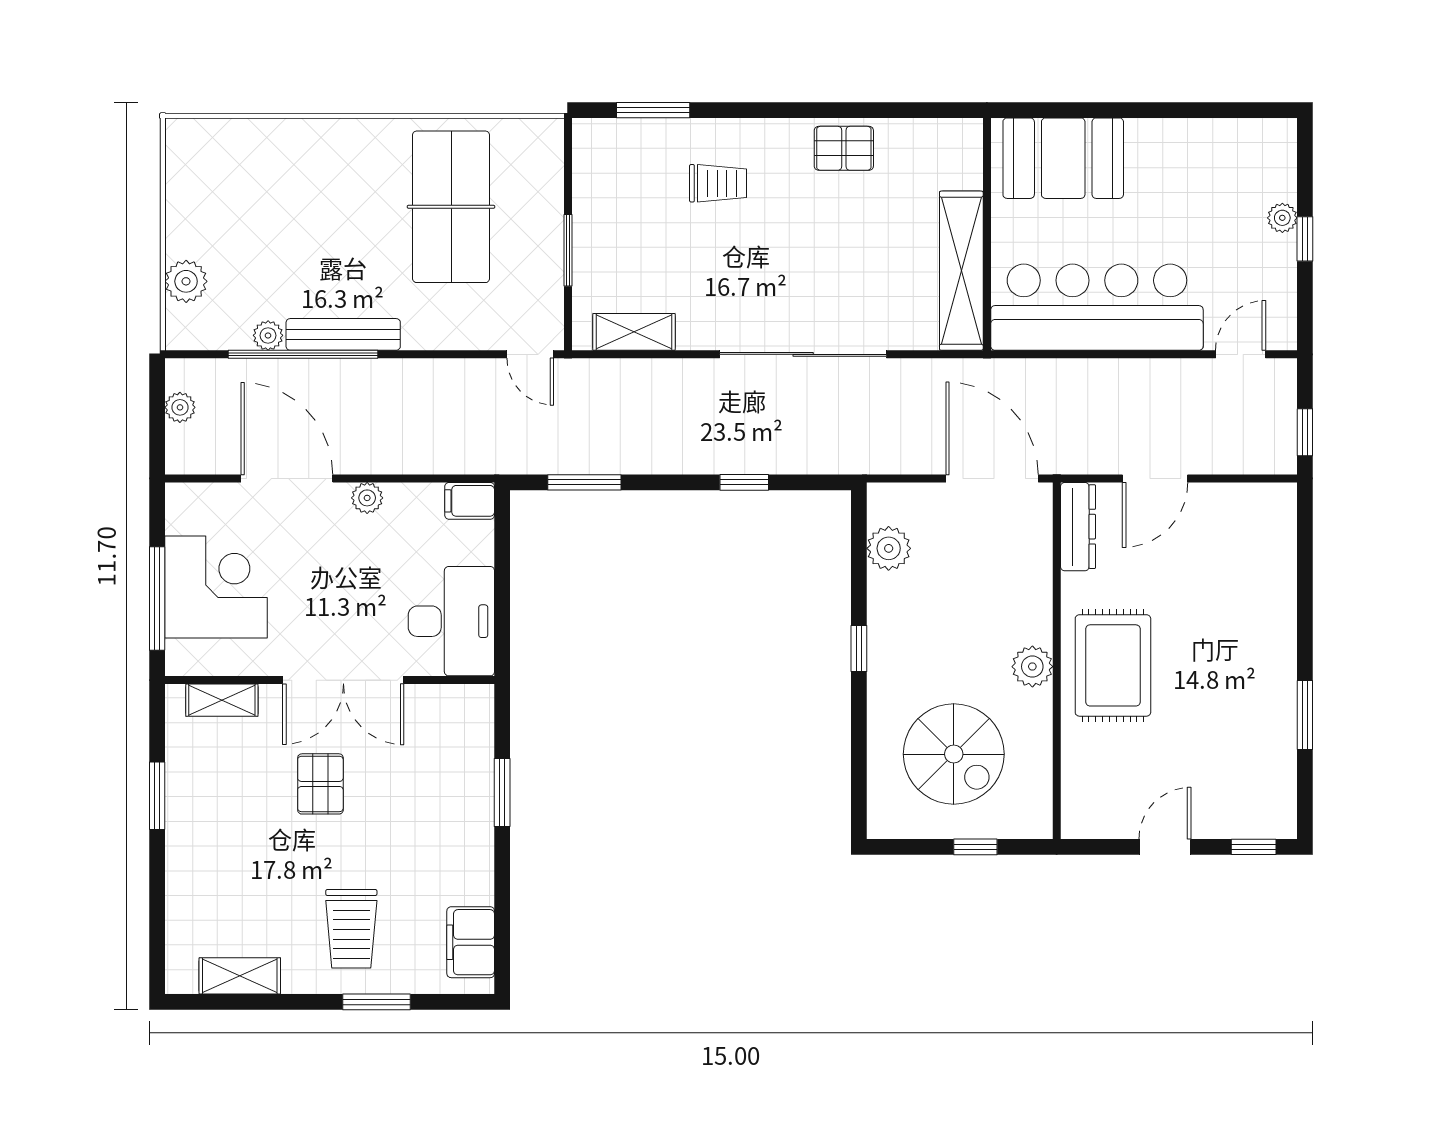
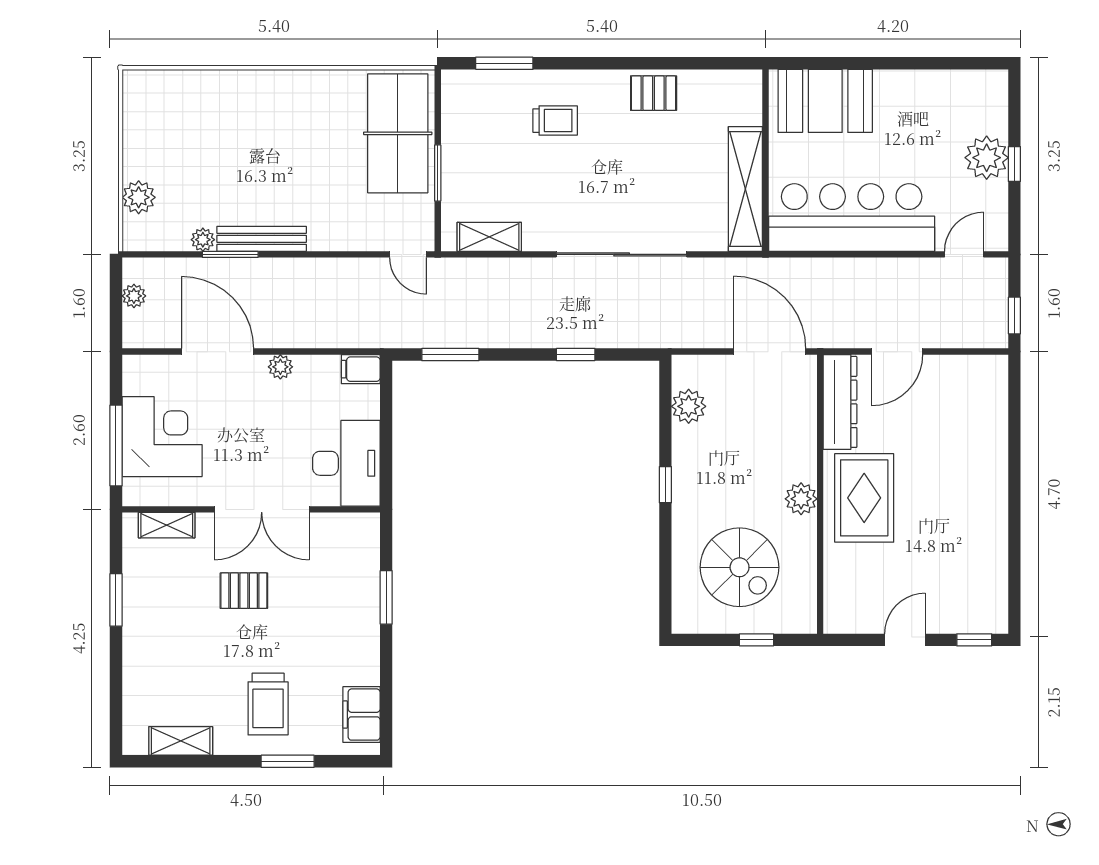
table tennis table: (451, 207) -> (398, 133), moved
plant: (1282, 218) -> (987, 158), width x1.88, depth x1.88
window: (303, 354) -> (230, 254), width x0.47
dresser: (1078, 527) -> (840, 402), width x1.37, depth x1.24
window: (1305, 715) -> (1014, 537), removed
pallet: (320, 784) -> (244, 591), turned 90

